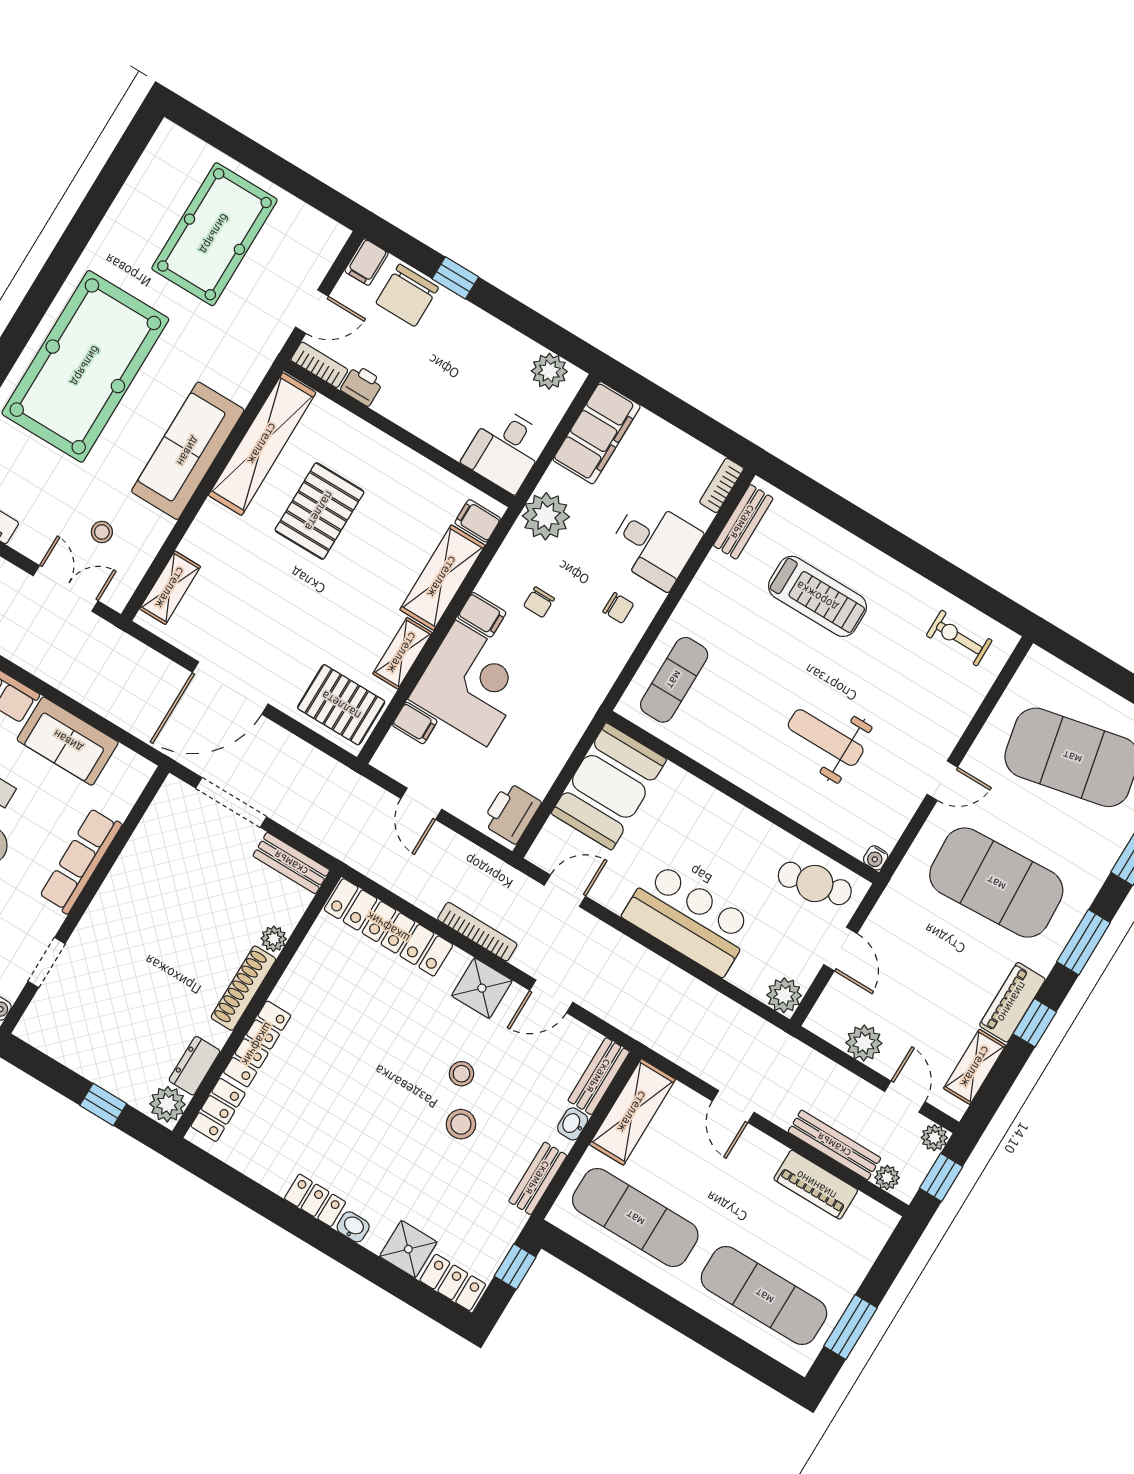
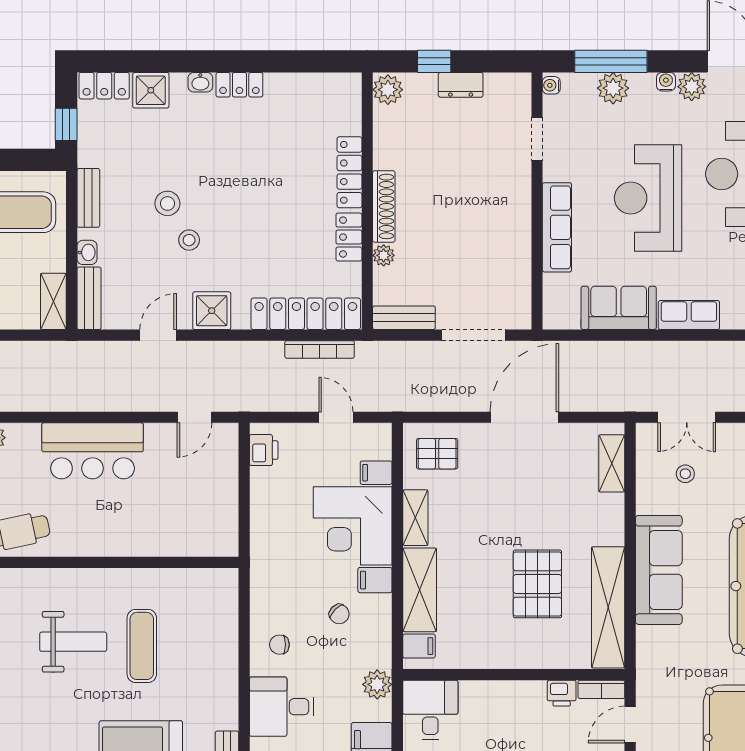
plant: (546, 516) -> (377, 684), width x0.73, depth x0.73
chair: (539, 602) -> (339, 614), turned 135
exercise mat: (674, 680) -> (142, 646), moved
pallet: (341, 705) -> (437, 454), width x0.67, depth x0.71
booth: (609, 786) -> (208, 512), removed
printer: (511, 813) -> (264, 450), width x0.73, depth x0.81
bookcase: (477, 932) -> (320, 349), moved
dresser: (194, 1066) -> (461, 85), moved, turned 90
locker: (218, 1110) -> (349, 237), moved
shelving: (632, 1112) -> (53, 301), width x0.67, depth x0.75

